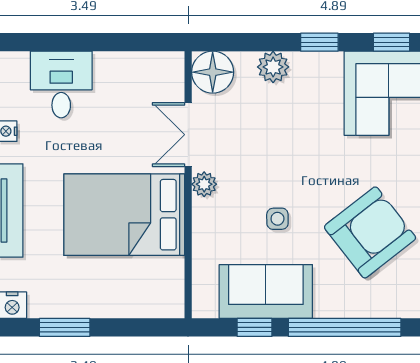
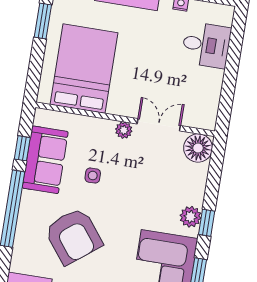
plant: (273, 67) -> (190, 217), moved
bed: (124, 215) -> (84, 69), moved

